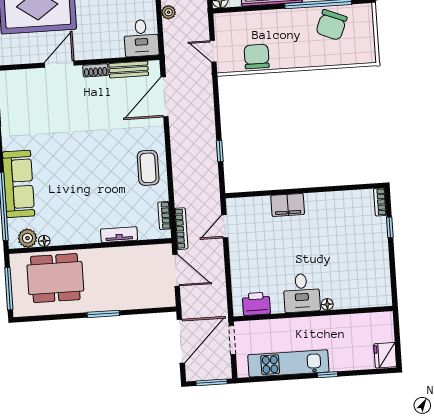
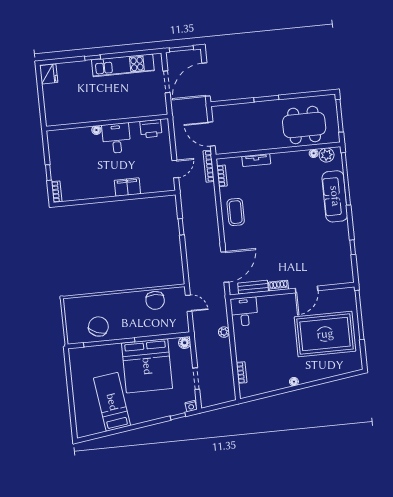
desk: (302, 293) -> (116, 138), moved
printer: (256, 304) -> (151, 129), moved
floor lamp: (327, 304) -> (96, 130), moved
wall: (313, 314) -> (107, 123), moved

